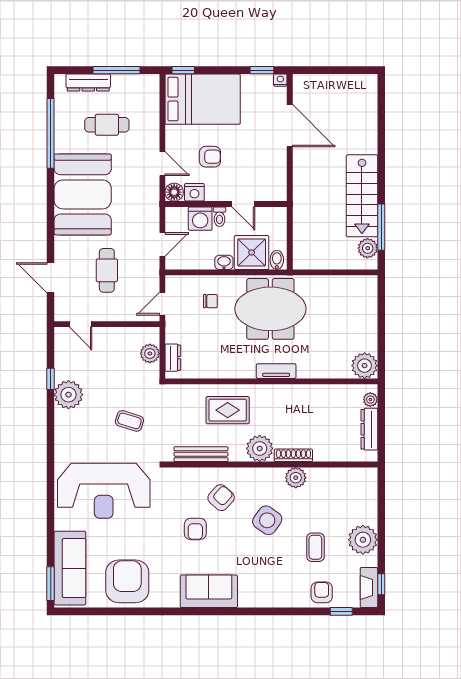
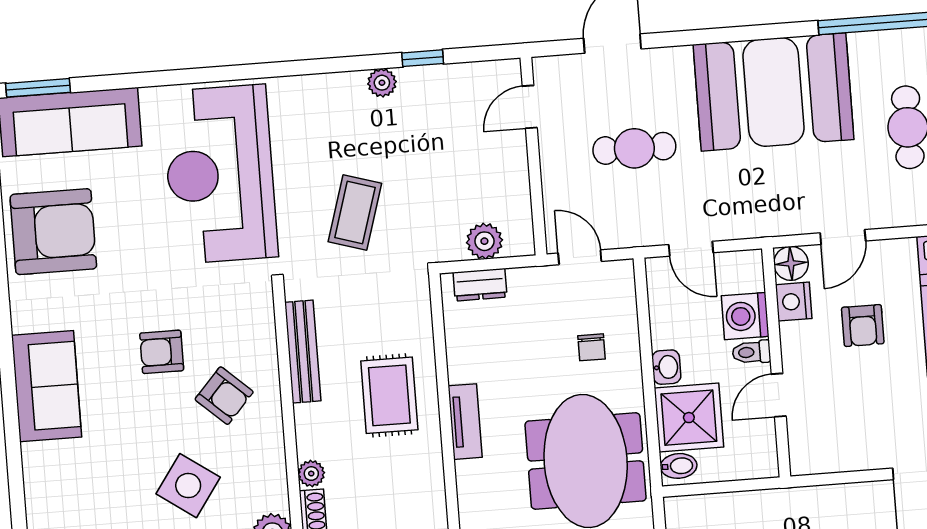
tv unit: (276, 371) -> (465, 422), moved
plant: (68, 395) -> (382, 83), width x0.53, depth x0.53
coffee table: (129, 421) -> (355, 212), width x1.36, depth x1.30
plant: (260, 448) -> (311, 474), width x0.53, depth x0.53

